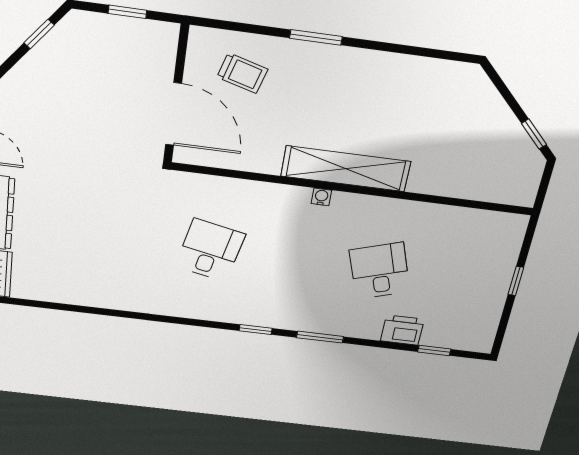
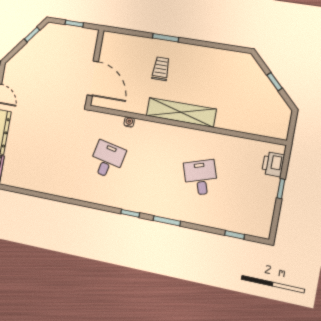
trolley: (242, 73) -> (161, 69), moved, turned -106
window: (534, 134) -> (275, 82), moved
water cooler: (321, 197) -> (129, 122), moved
printer: (402, 330) -> (273, 164), moved, turned -90

